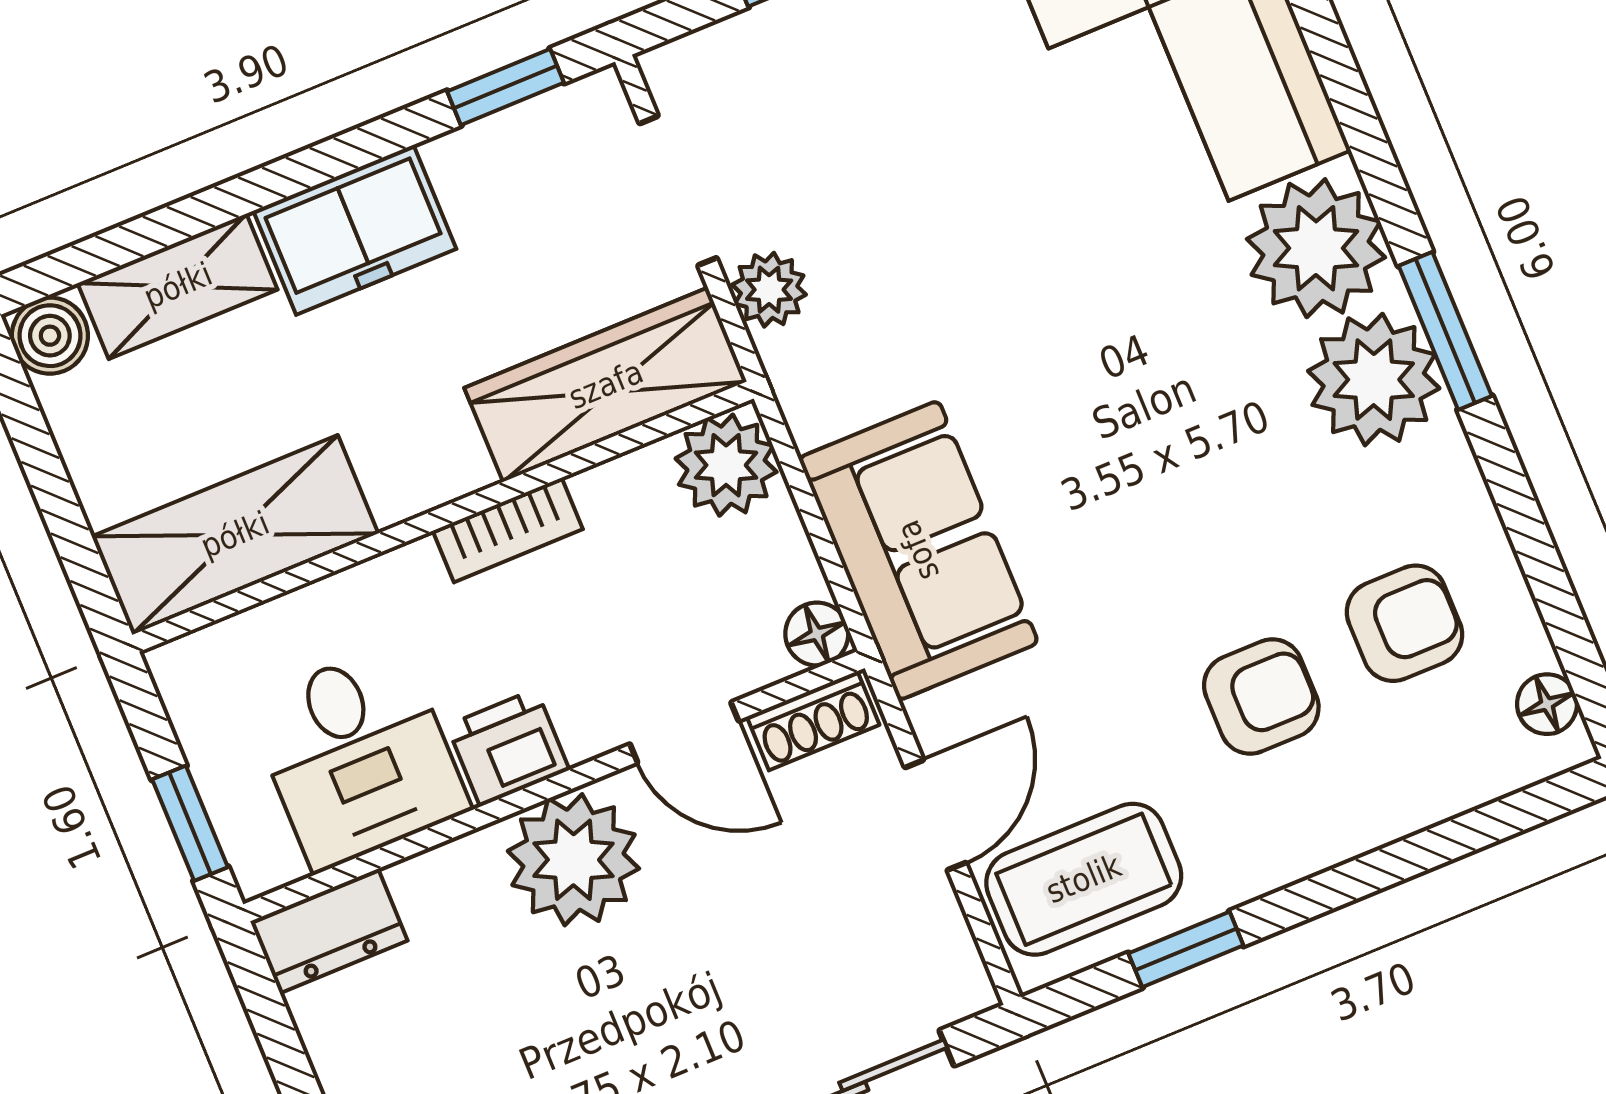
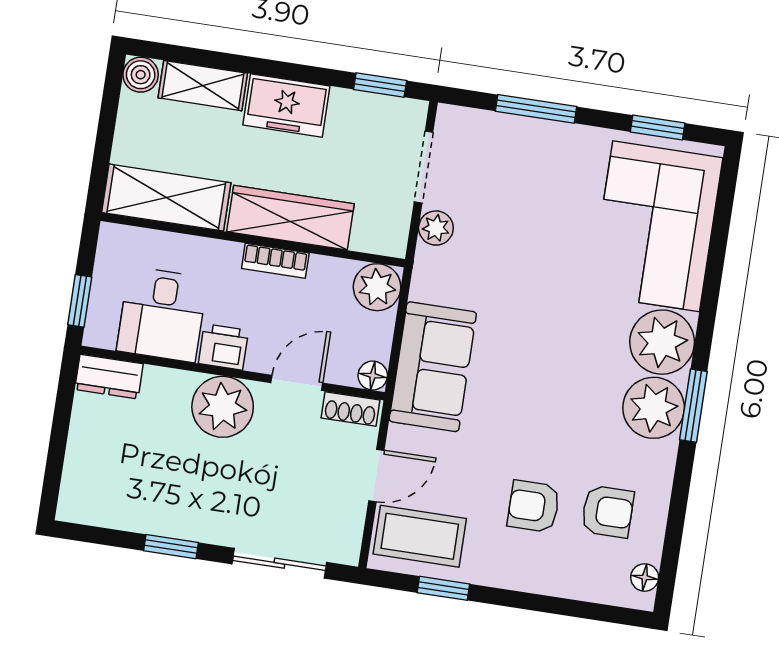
wardrobe: (606, 385) -> (290, 218), moved
armchair: (1261, 697) -> (534, 506), turned 180
door: (684, 733) -> (297, 383), swing flipped

